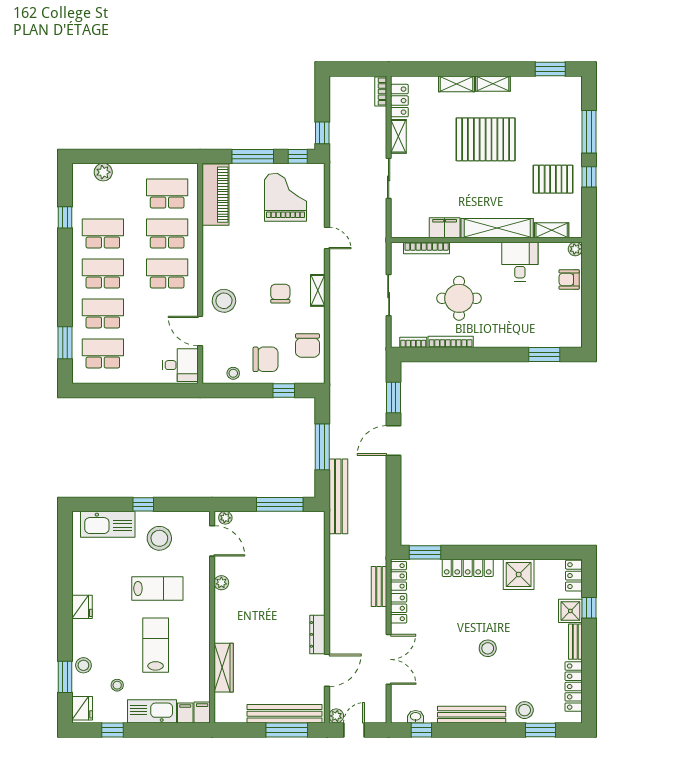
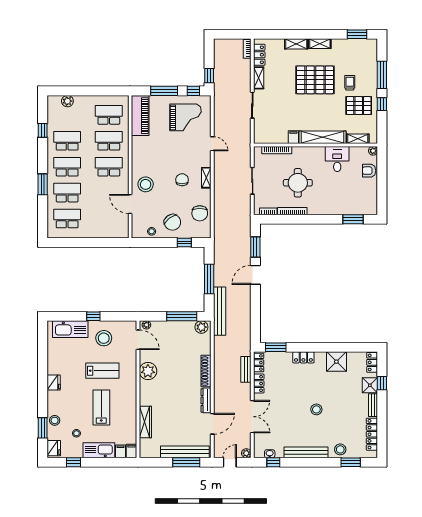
trolley: (539, 144) -> (350, 83), added
grand piano: (286, 197) -> (185, 117), turned 90
filing cabinet: (445, 228) -> (293, 137), width x0.50
window: (65, 343) -> (43, 184), moved
chair: (265, 359) -> (172, 222), turned 53
desk: (180, 365) -> (117, 226), removed
plant: (310, 521) -> (201, 327), added
locker: (468, 568) -> (303, 357), width x0.66
plant: (221, 583) -> (148, 371), width x1.87, depth x1.87
shoe rack: (317, 589) -> (206, 371), added
plant: (336, 716) -> (246, 453), moved

